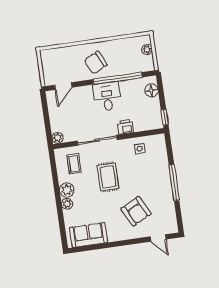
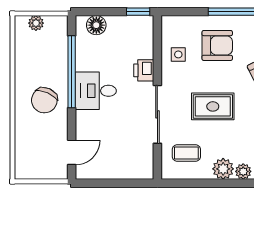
chair: (96, 63) -> (44, 100), turned 50
door: (63, 86) -> (72, 152), hinge flipped
plant: (58, 138) -> (146, 171), removed
armchair: (149, 174) -> (217, 45), added

